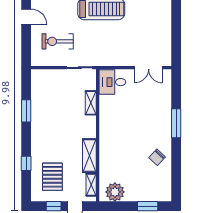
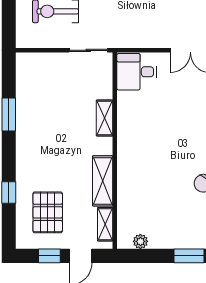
shelving: (91, 103) -> (105, 118), moved
plant: (115, 192) -> (140, 241), width x0.53, depth x0.53

